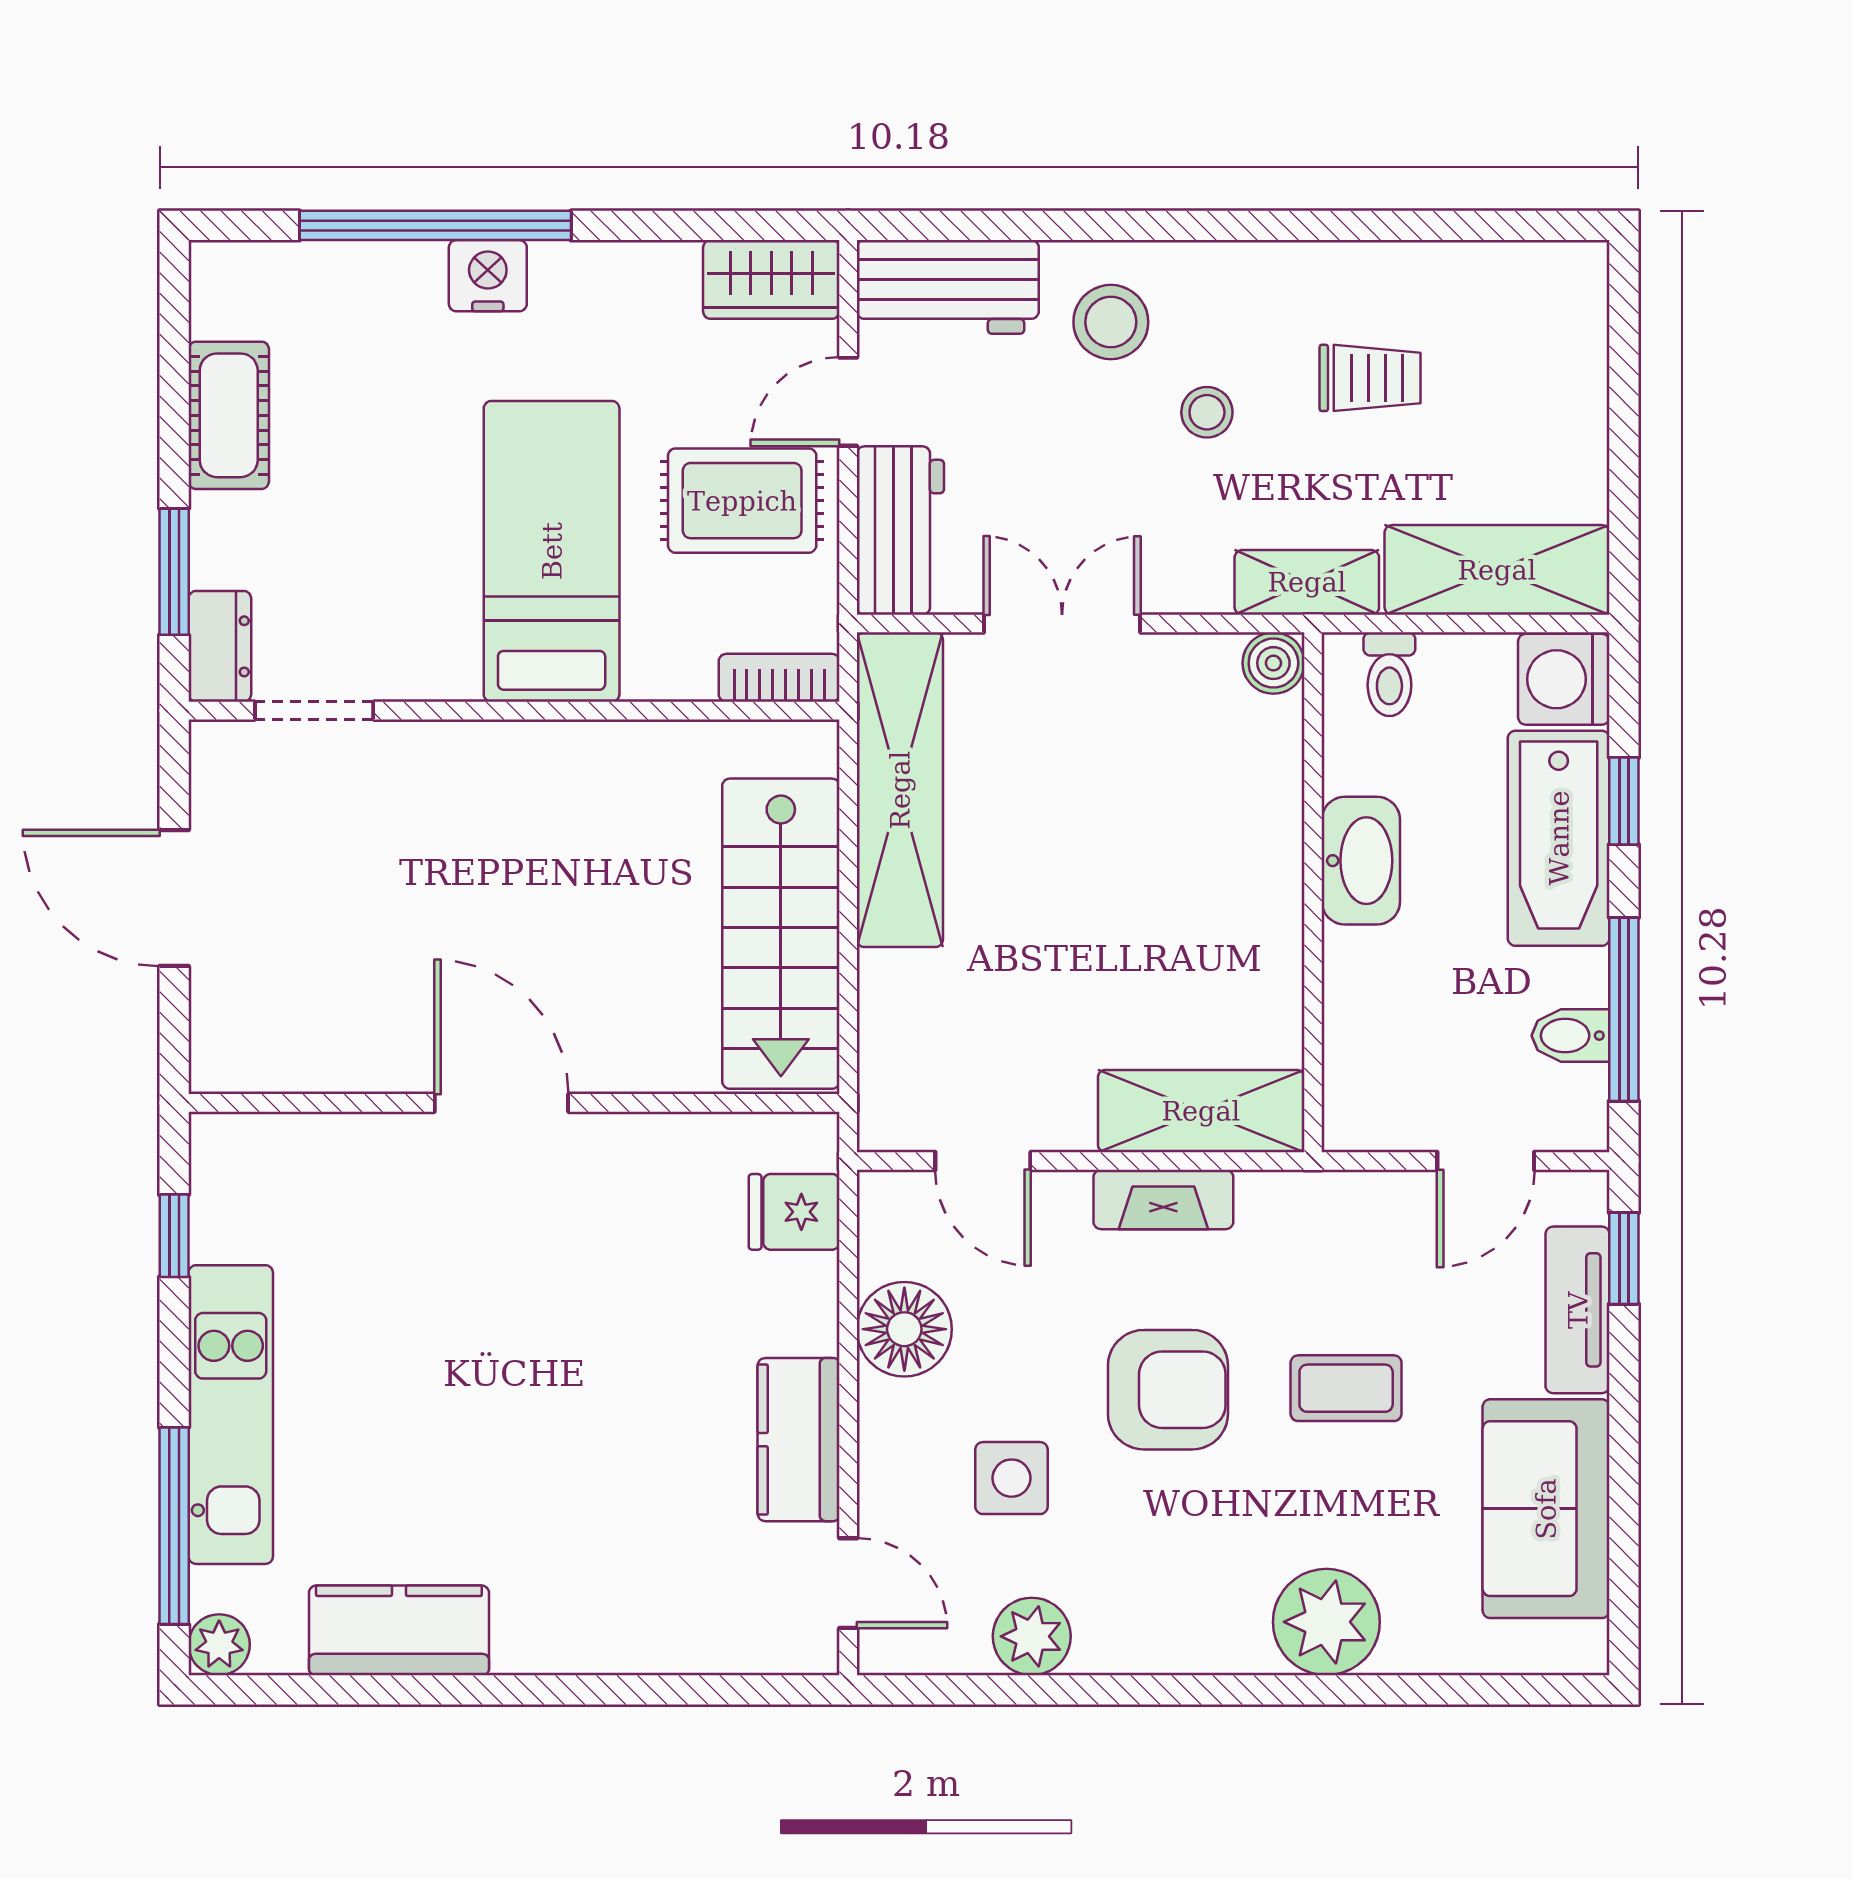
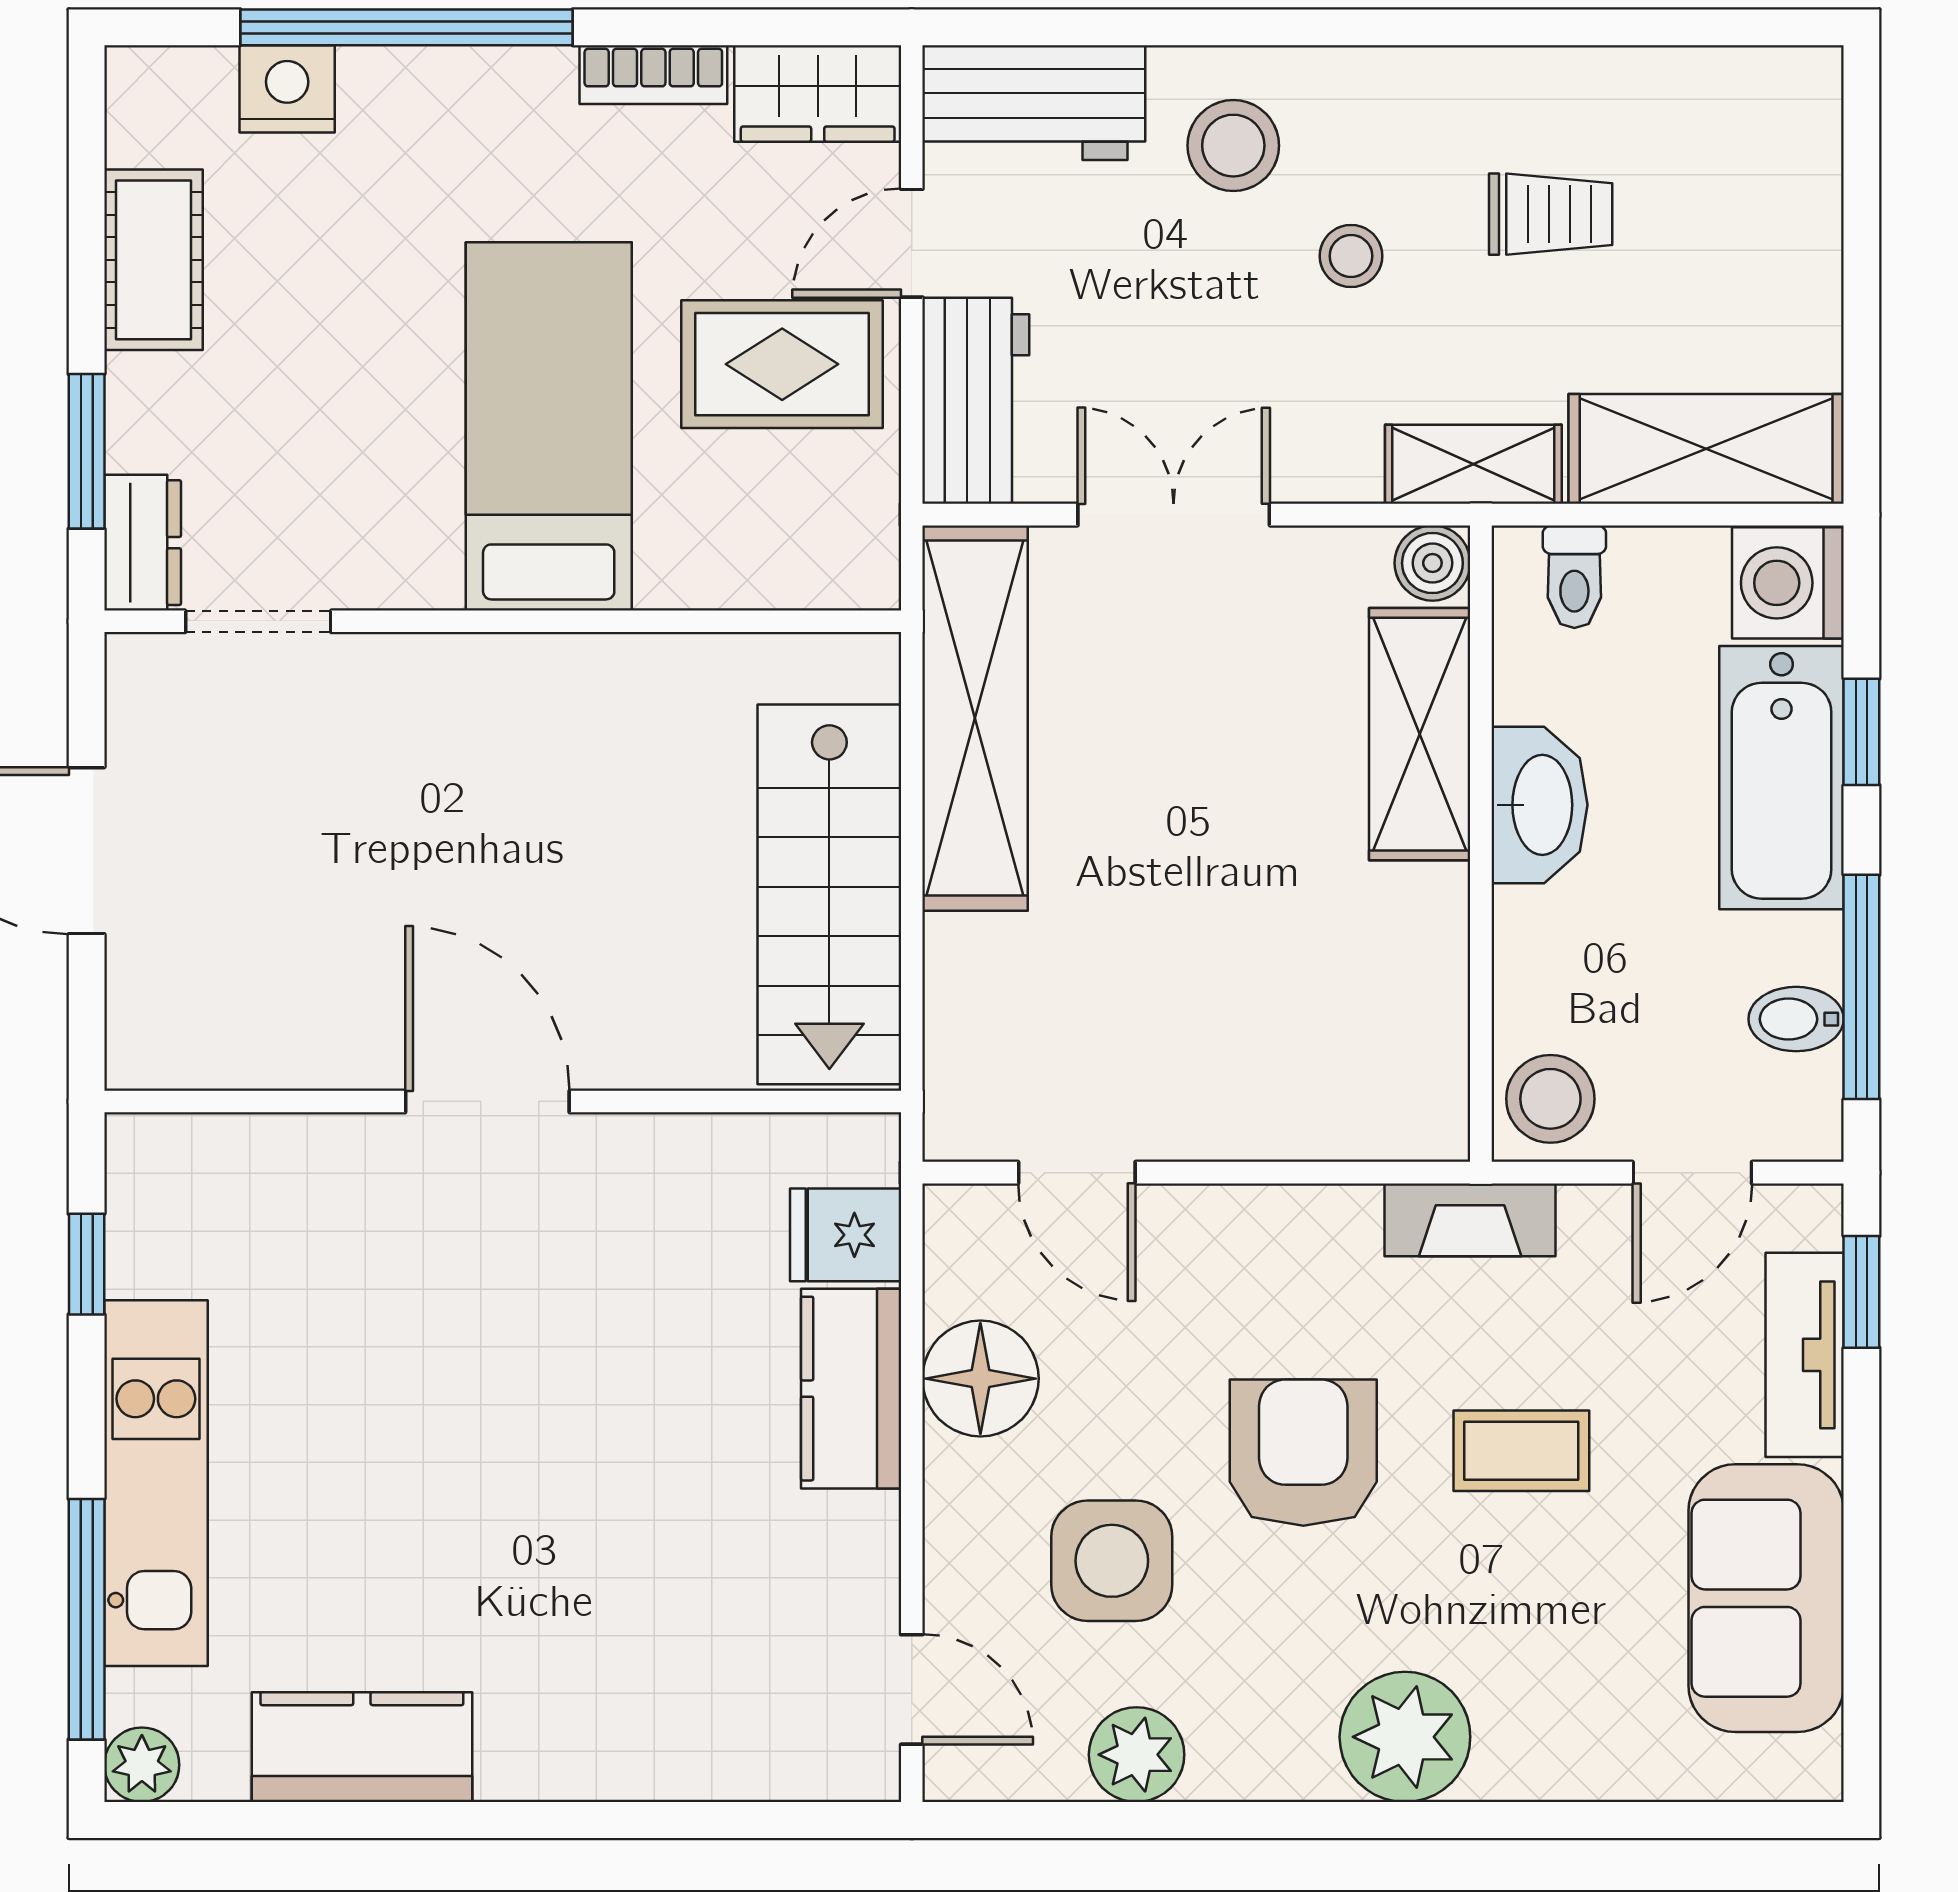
nightstand: (488, 276) -> (287, 89), moved
bookcase: (779, 678) -> (653, 75), moved, turned 180
stool: (1370, 1101) -> (1550, 1099), added
shelving: (1201, 1111) -> (1420, 734), moved, turned 90
fireplace: (1163, 1200) -> (1470, 1220), moved
armchair: (1168, 1390) -> (1303, 1453), turned -90
kitchen counter: (799, 1440) -> (851, 1389), moved
side table: (1011, 1478) -> (1112, 1561), width x1.37, depth x1.37
plant: (1326, 1622) -> (1405, 1737), moved

